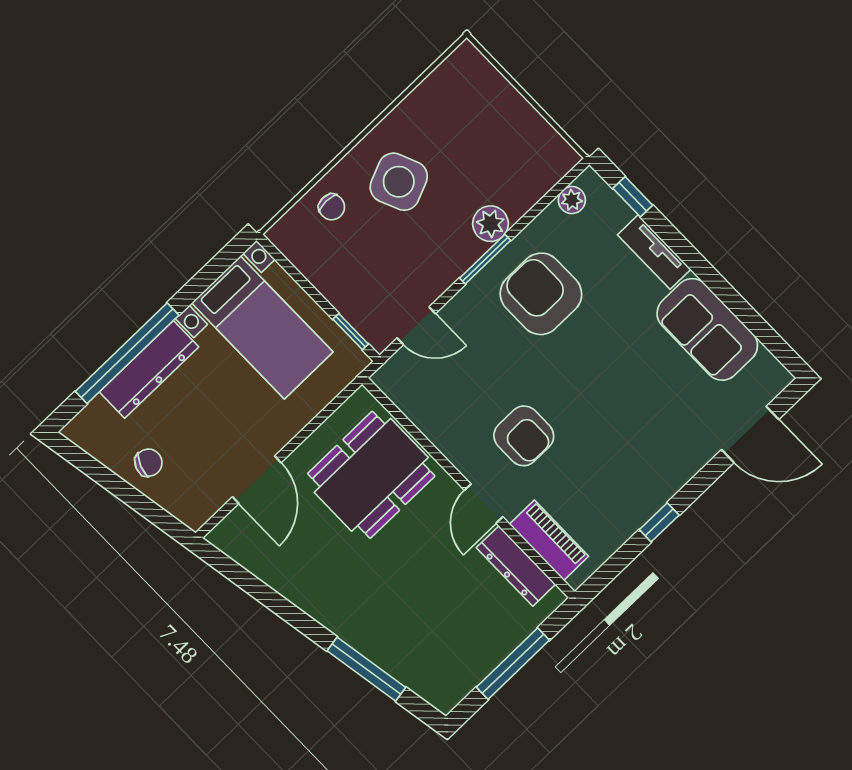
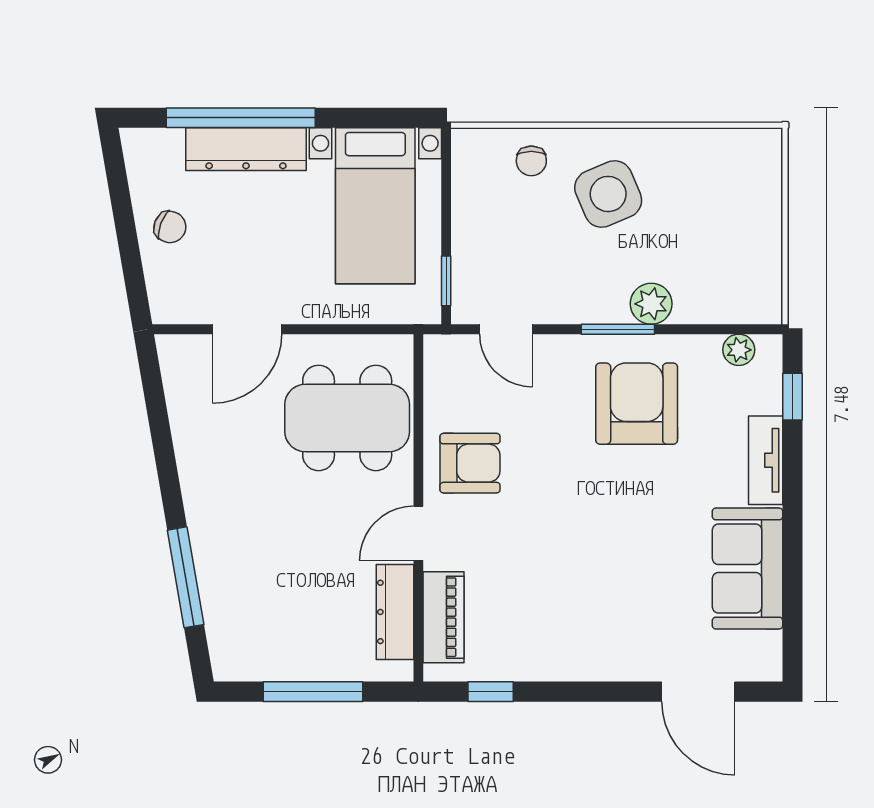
armchair: (524, 436) -> (470, 463), moved, turned -90
window: (659, 522) -> (491, 692), moved

